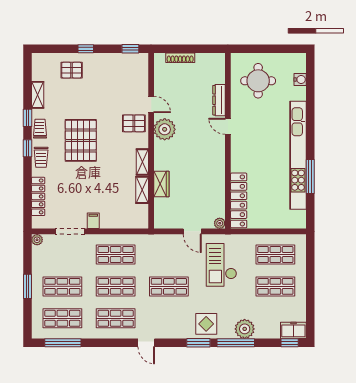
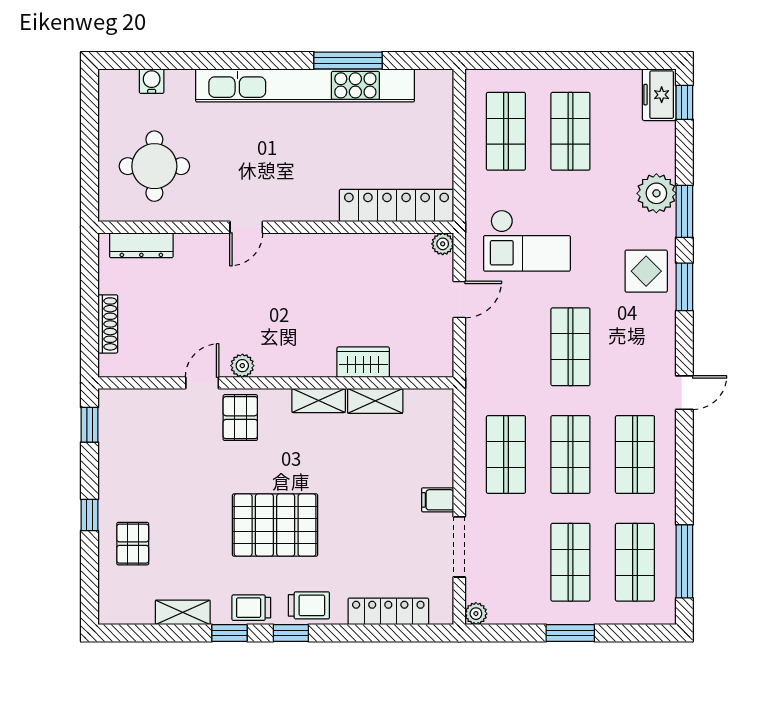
dresser: (219, 100) -> (141, 245), moved
plant: (165, 129) -> (242, 366), width x0.53, depth x0.53
window: (236, 343) -> (684, 211), width x0.69

